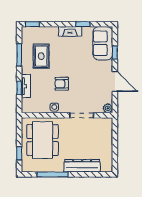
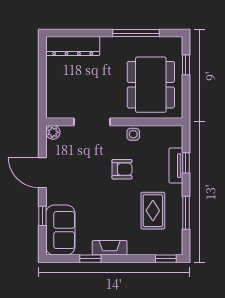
dresser: (82, 166) -> (73, 46), moved

